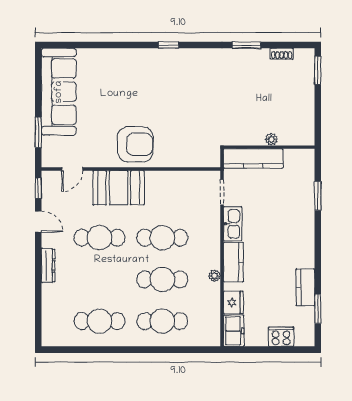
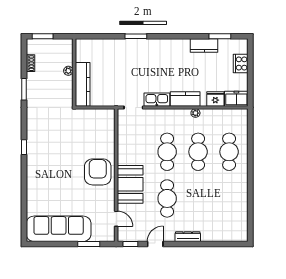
plant: (271, 139) -> (68, 71), moved
wall: (269, 147) -> (74, 72), moved
kitchen counter: (253, 158) -> (83, 84), moved
cafe table: (99, 321) -> (229, 198), removed

